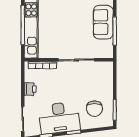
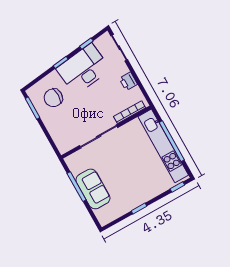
chair: (94, 109) -> (53, 98), turned -90

